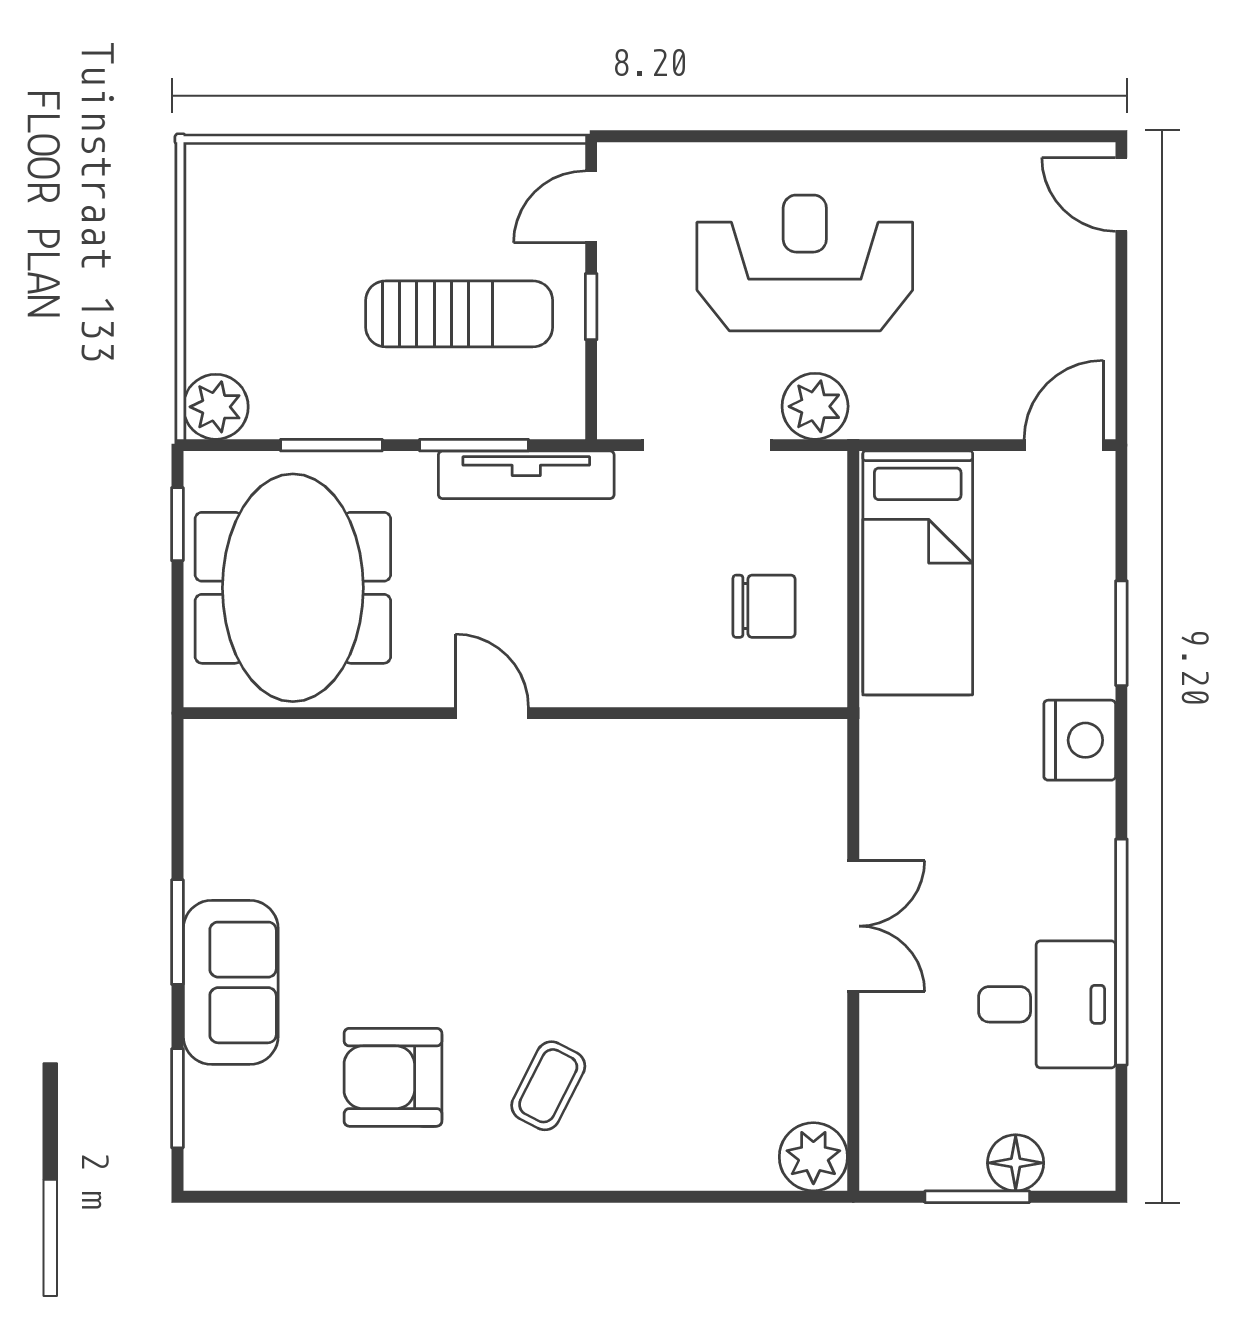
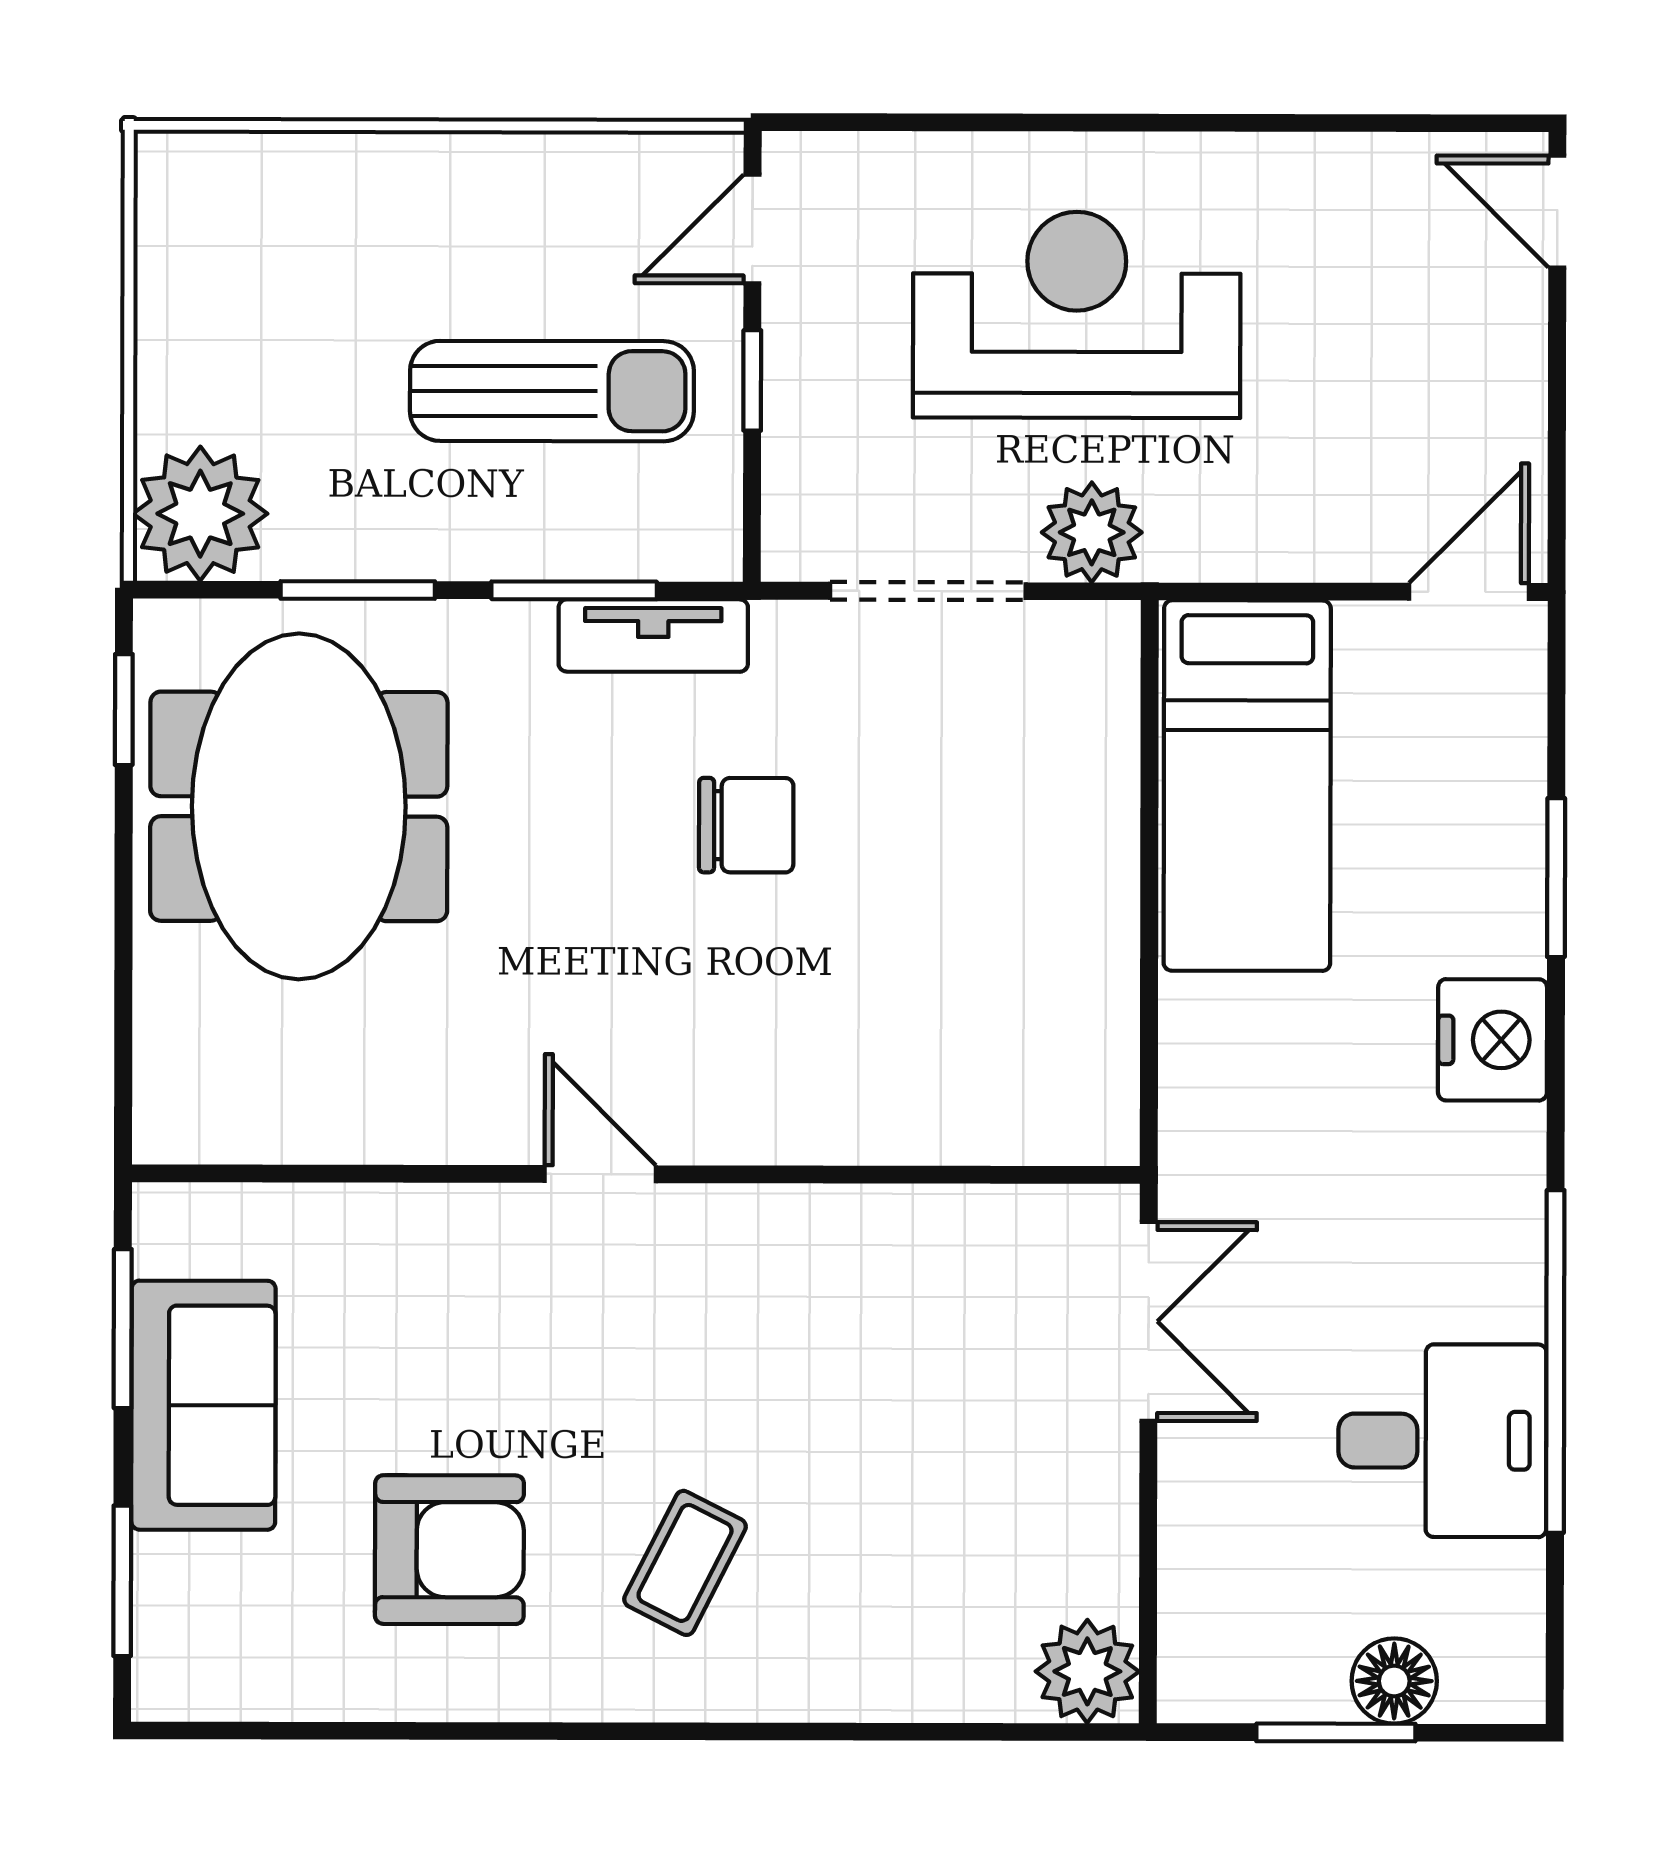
plant: (216, 407) -> (200, 514), width x1.36, depth x1.36
tv unit: (526, 475) -> (653, 635), width x0.71
chair: (764, 606) -> (746, 825), moved
door: (492, 713) -> (600, 1174), moved
wall: (515, 713) -> (636, 1174), moved
armchair: (393, 1077) -> (449, 1550), turned 180

